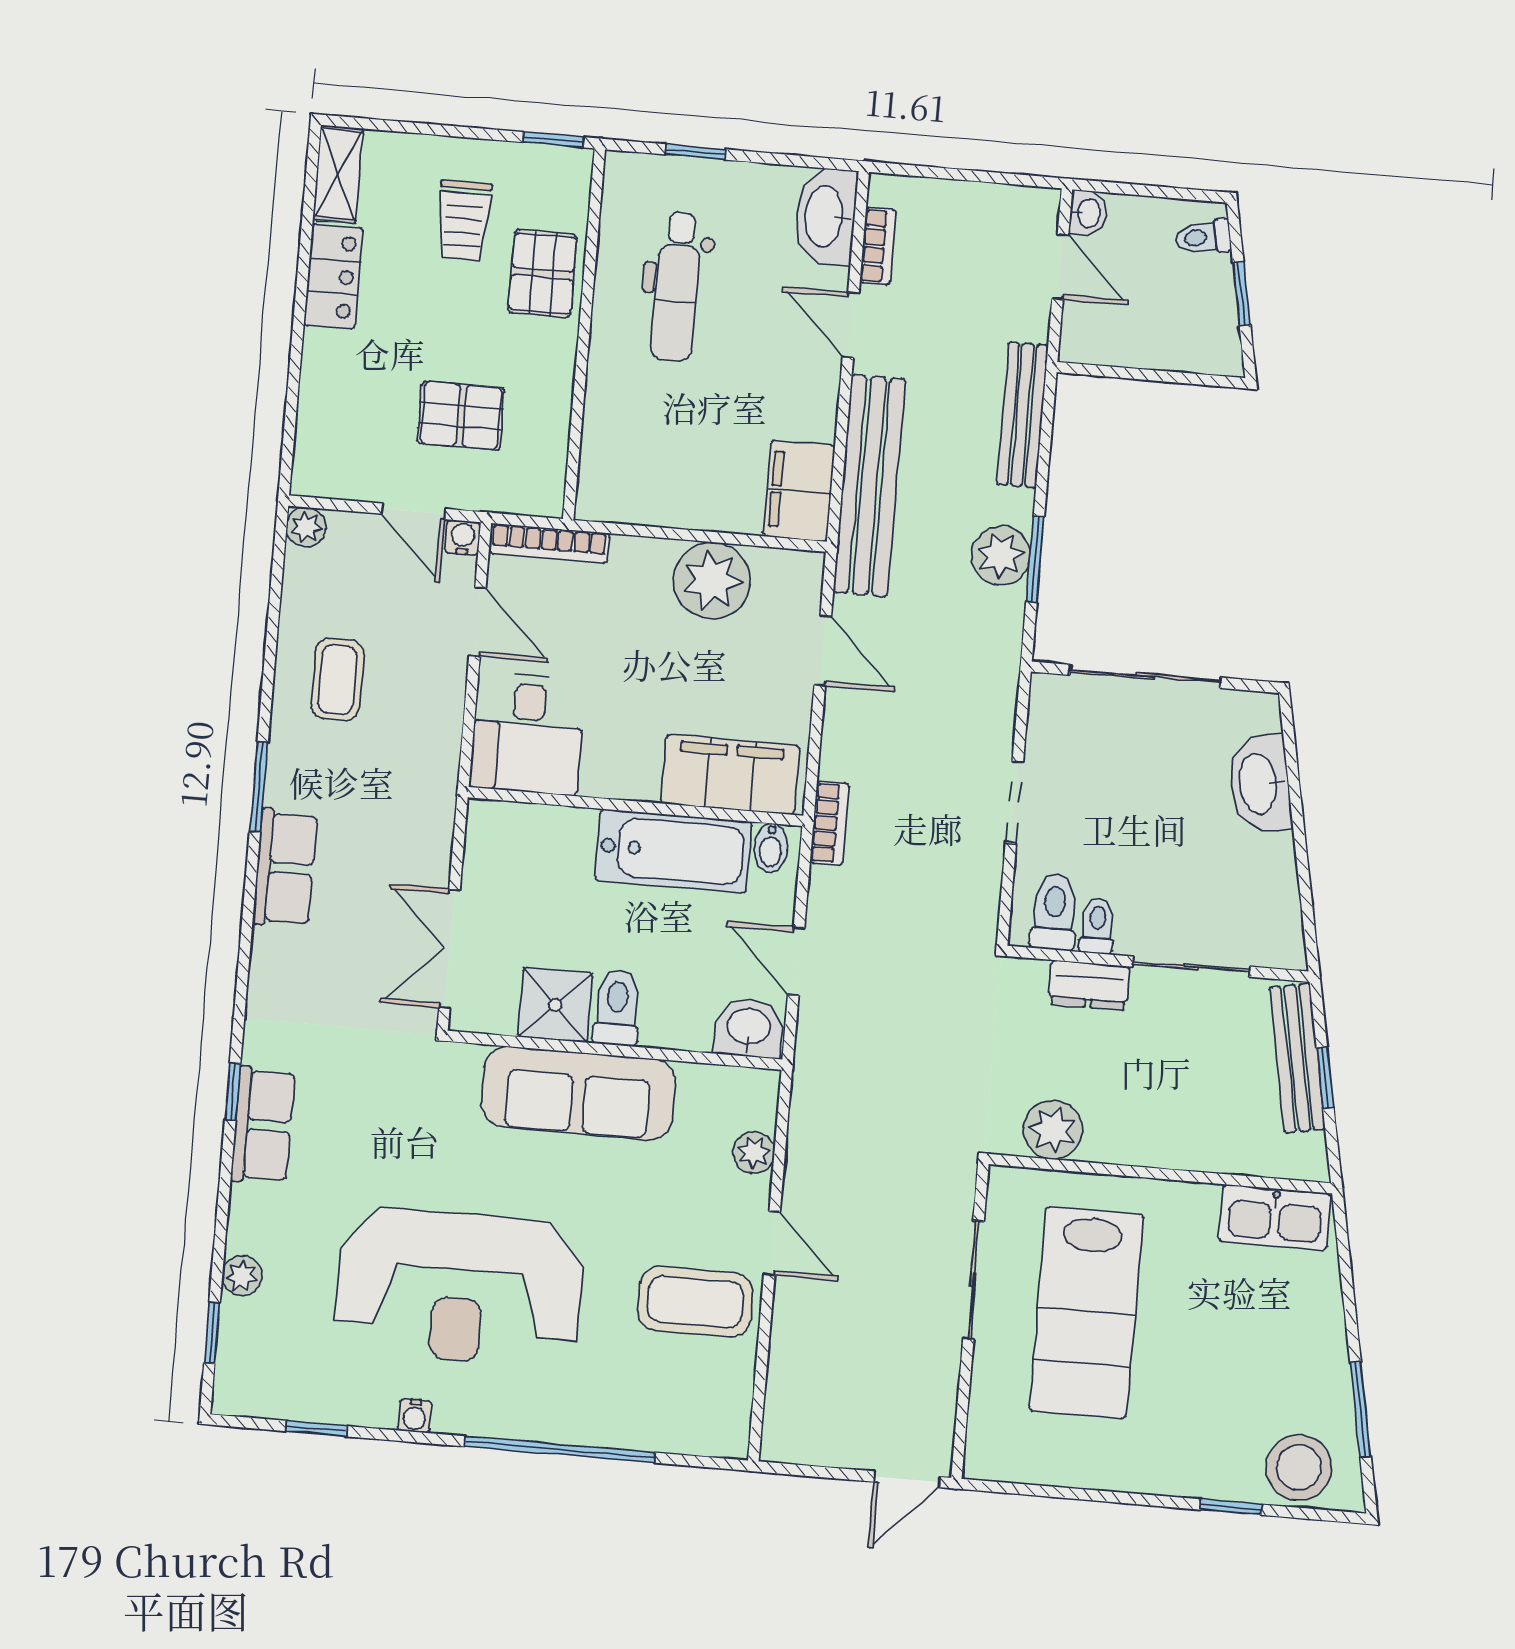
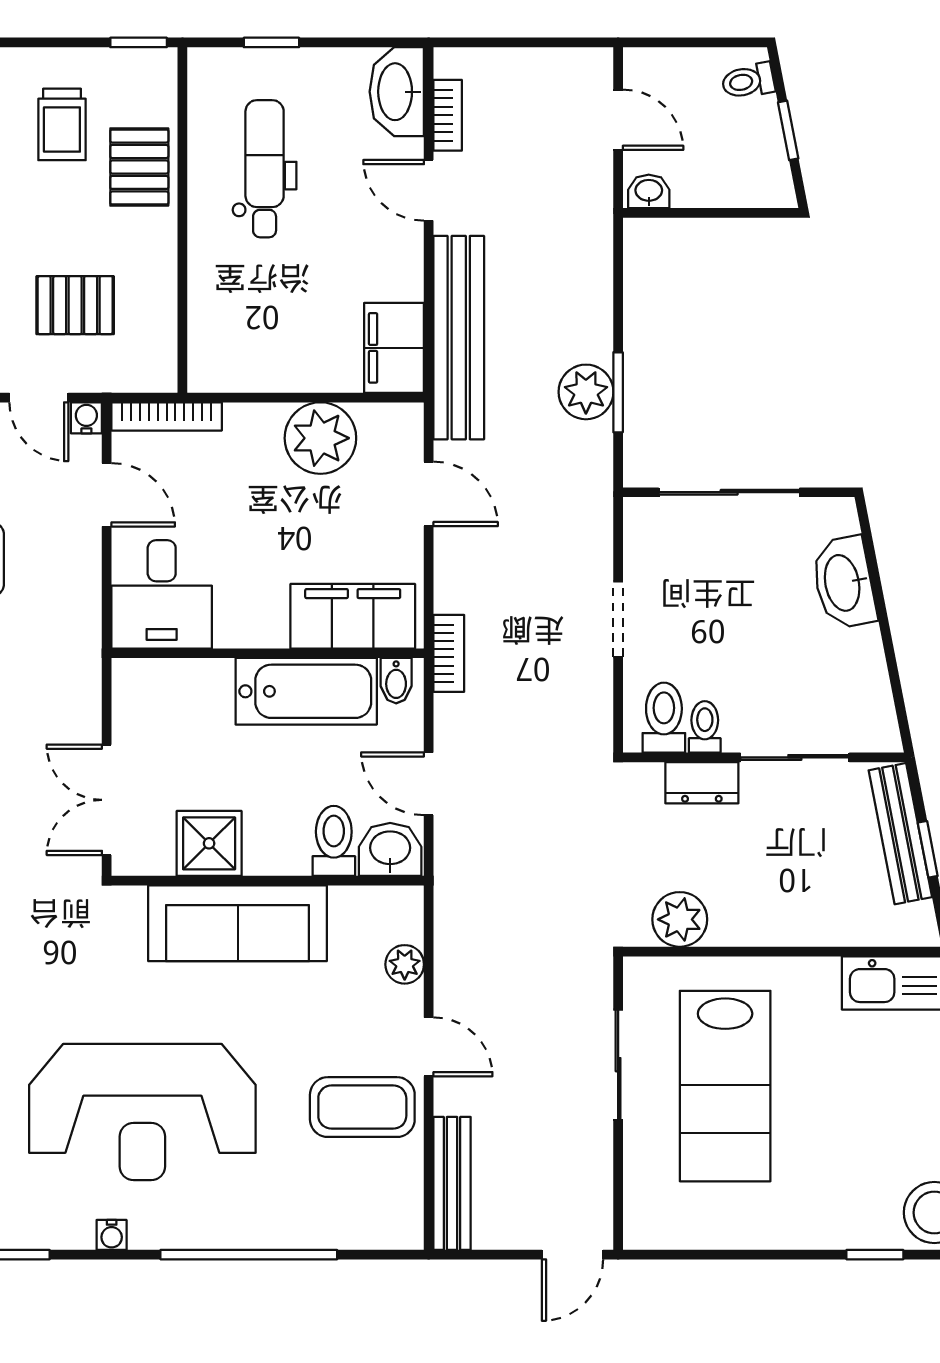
washbasin: (1088, 213) -> (649, 191), moved, turned -90
dental chair: (677, 287) -> (265, 169), turned 180
bench: (1022, 415) -> (452, 1183), moved
toilet: (617, 1007) -> (334, 841), moved

